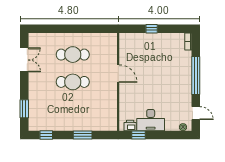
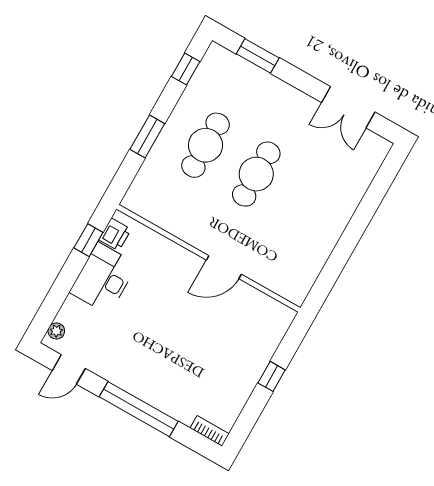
cafe table: (73, 55) -> (205, 145), moved

